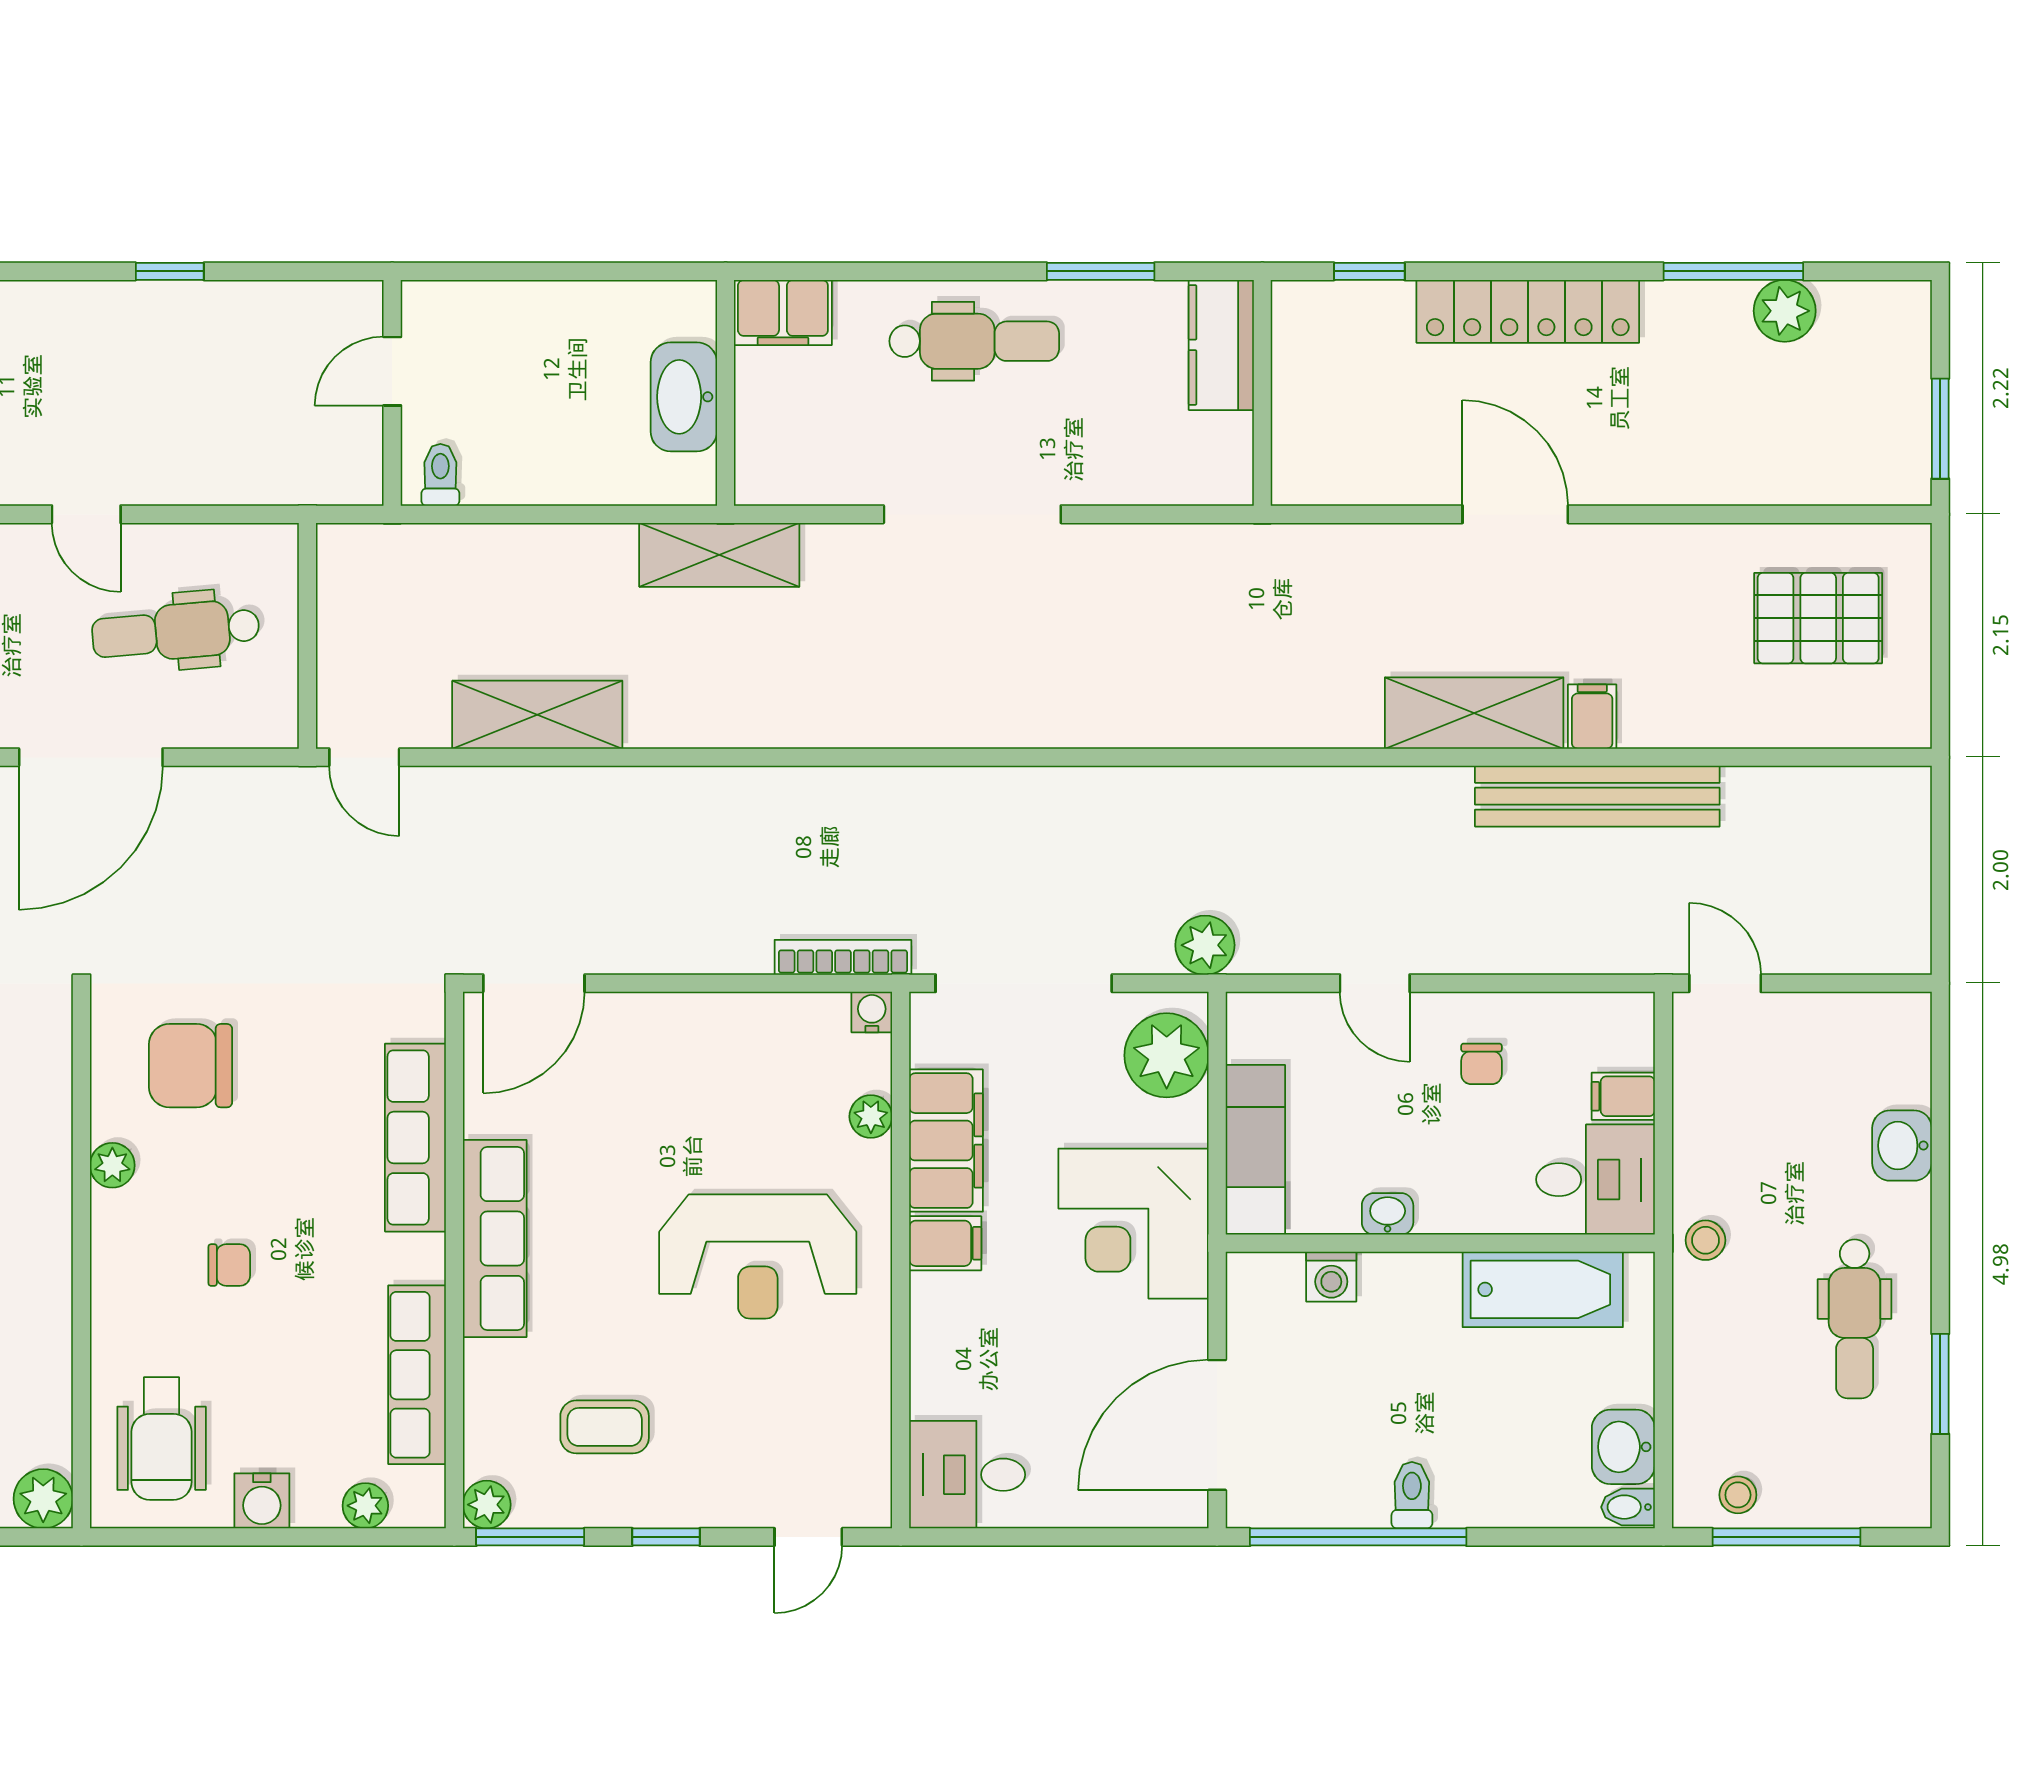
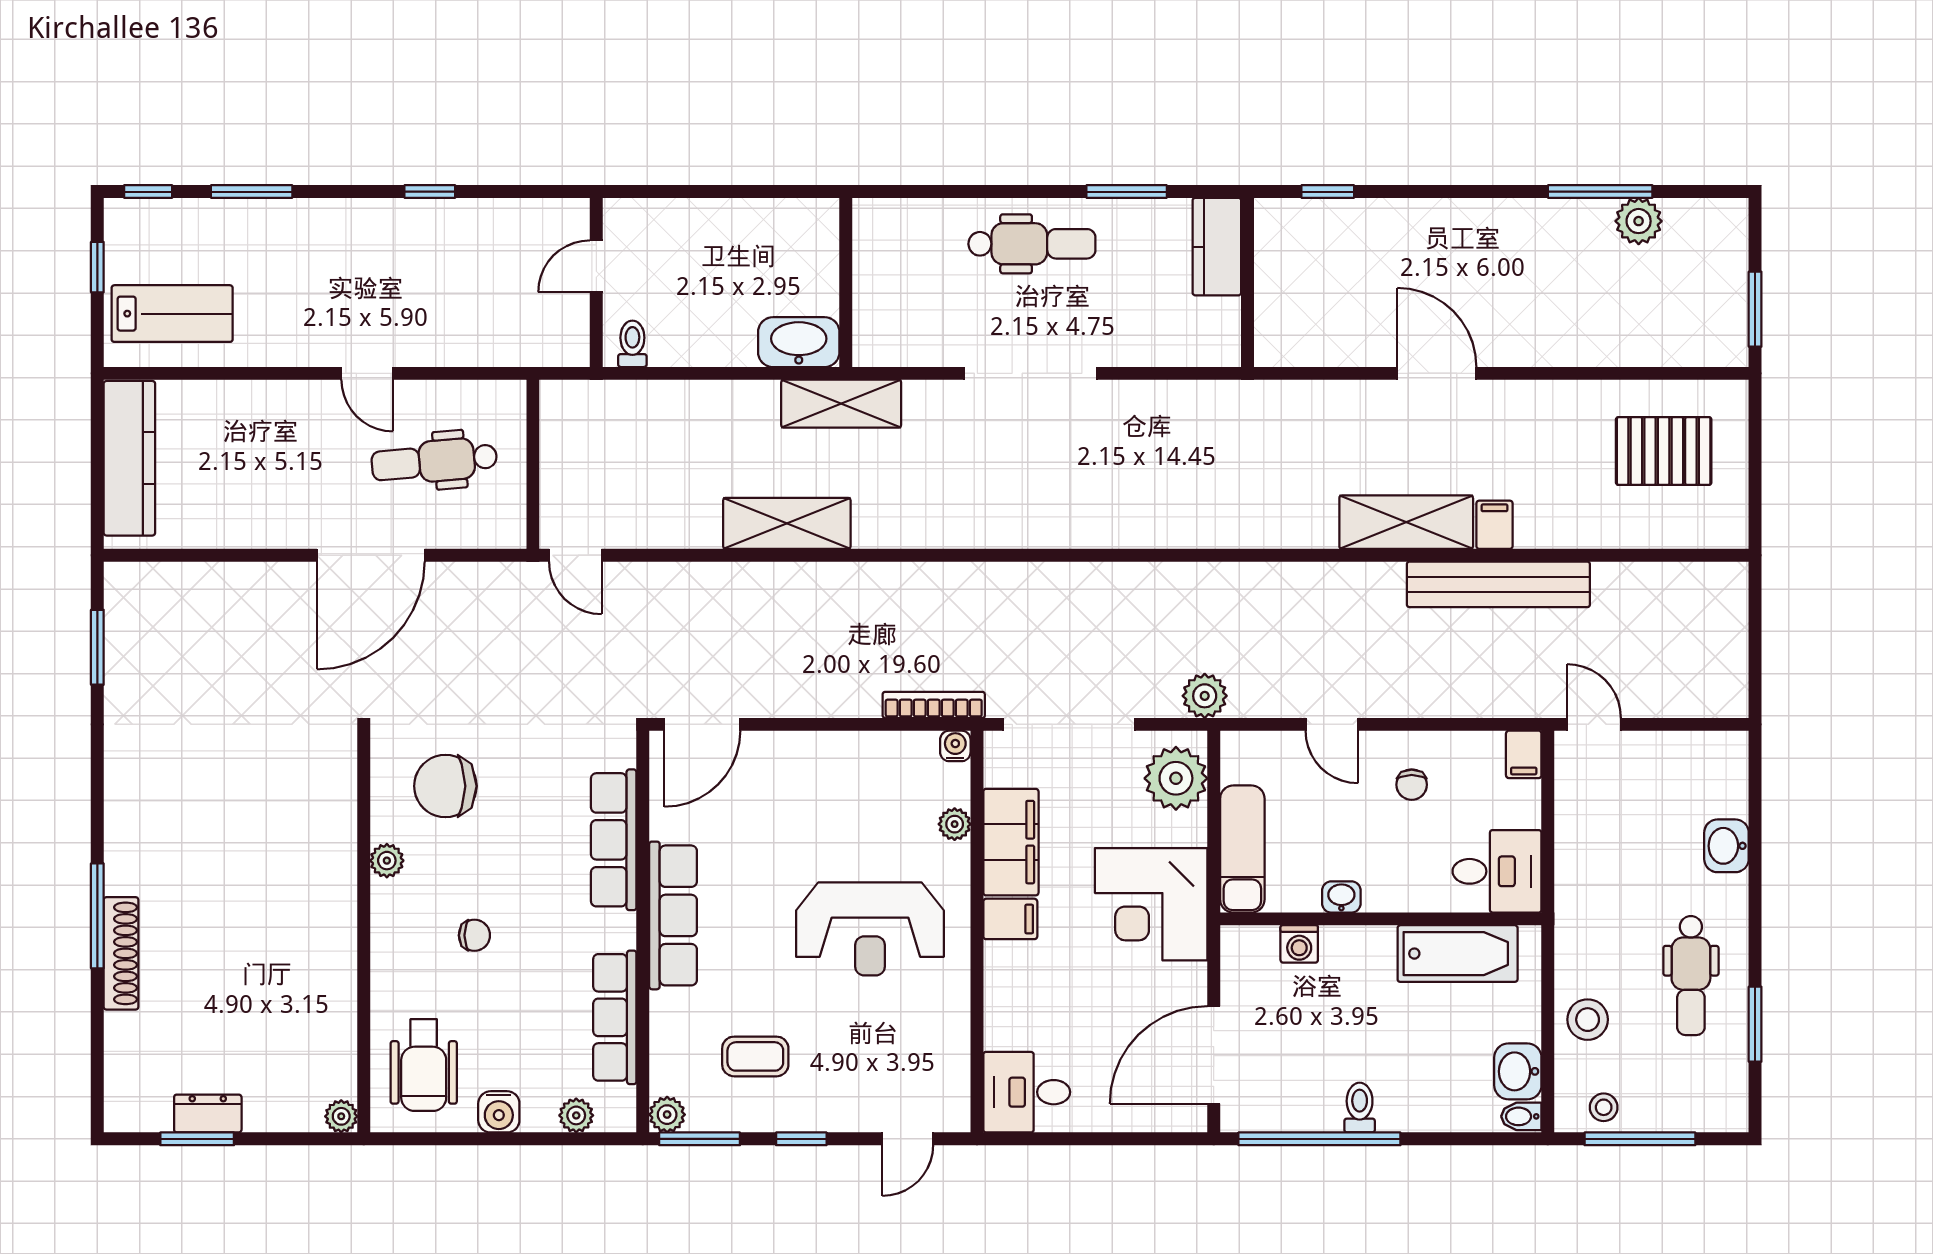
locker: (1528, 311) -> (1446, 221), removed
filing cabinet: (783, 312) -> (889, 222), removed
washbasin: (684, 397) -> (799, 342), moved, turned 90
shelving: (537, 715) -> (787, 523), moved
filing cabinet: (1623, 1096) -> (1524, 754), moved, turned -90
stool: (1706, 1240) -> (1588, 1020), moved, width x1.37, depth x1.37
plant: (43, 1499) -> (341, 1116), width x0.73, depth x0.73

